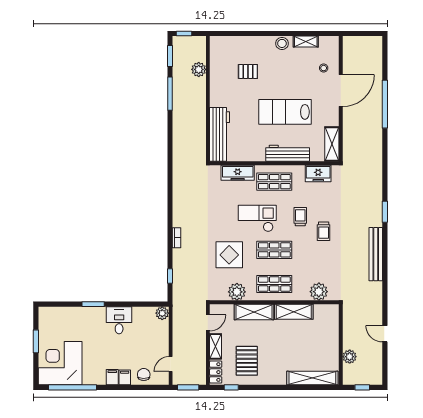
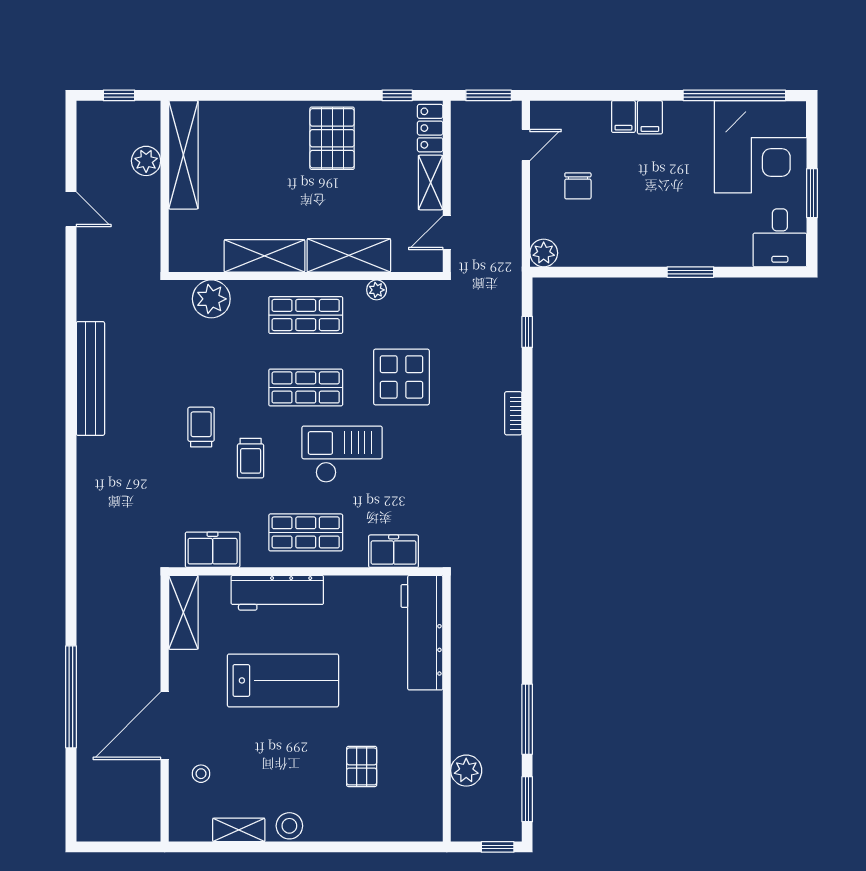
pallet: (248, 71) -> (362, 766), turned 90
freezer: (238, 173) -> (394, 551), width x0.71
window: (385, 212) -> (71, 468), removed
checkout: (257, 218) -> (342, 454), turned 180
plant: (237, 292) -> (377, 290), width x0.53, depth x0.53
desk: (119, 320) -> (780, 238), moved
pallet: (247, 361) -> (332, 138), moved
chair: (144, 374) -> (578, 186), moved
shelving: (312, 378) -> (183, 155), moved, turned 90

